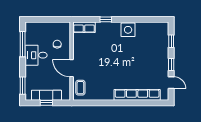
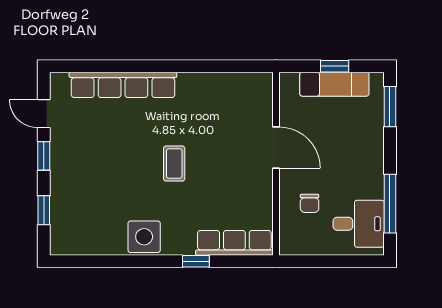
row of seats: (84, 27) -> (234, 243), width x1.48
desk: (36, 55) -> (359, 224), moved
coffee table: (80, 88) -> (174, 164), moved

